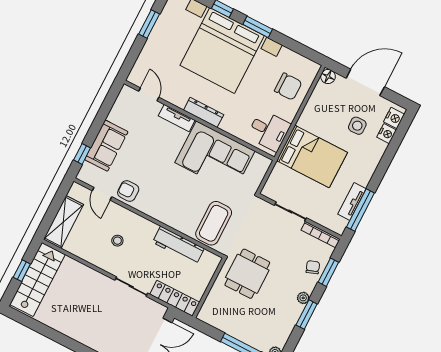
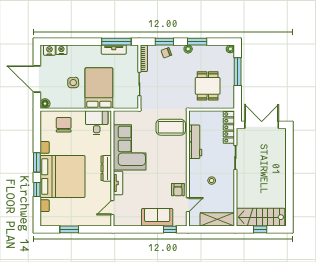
side table: (357, 126) -> (73, 83), moved
dining table: (247, 274) -> (208, 86), moved, turned 90

